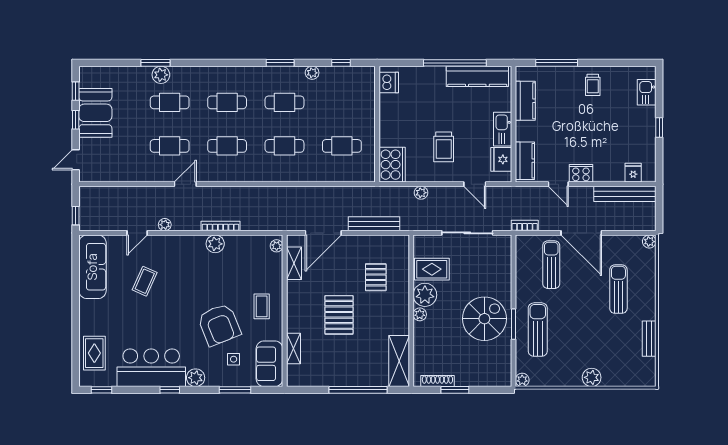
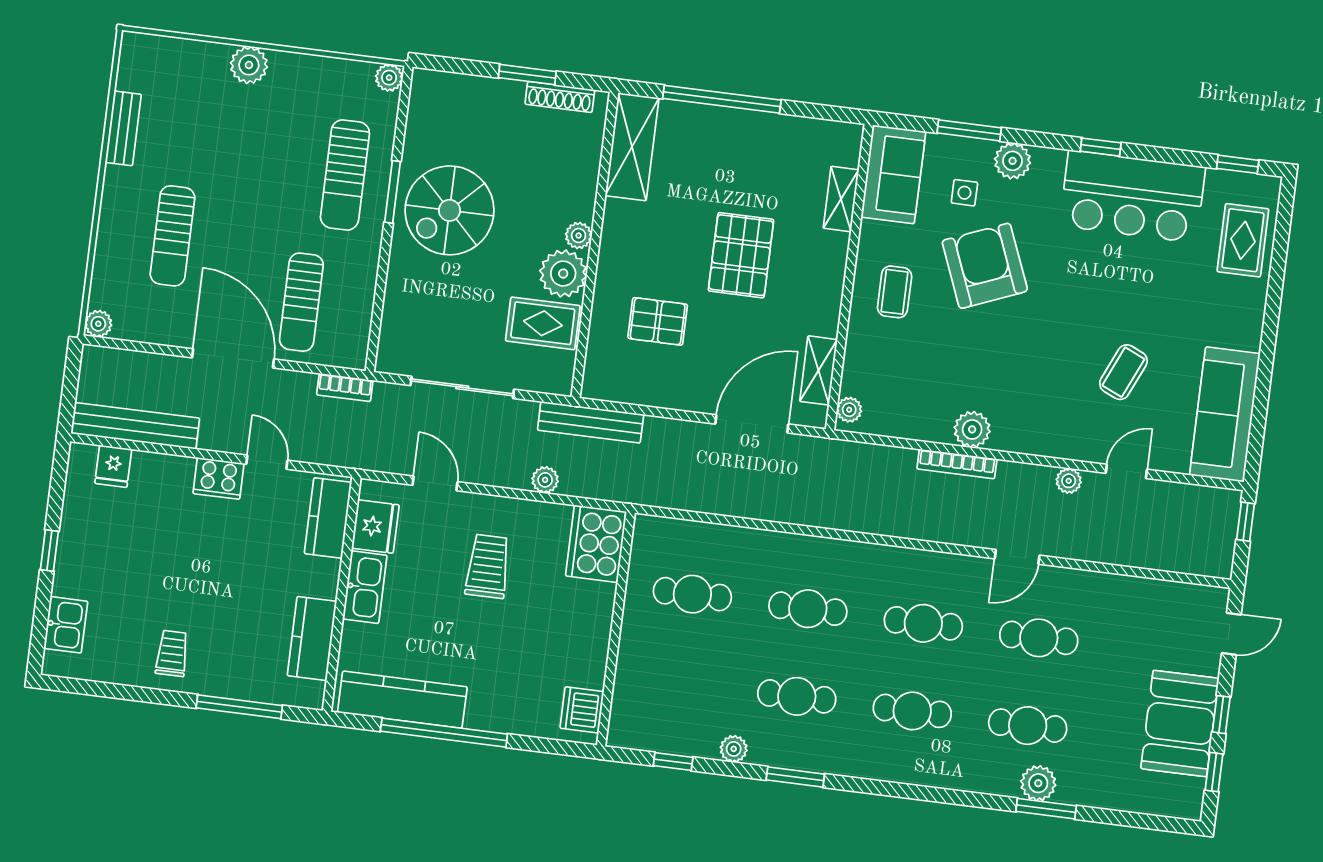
bench: (374, 224) -> (591, 422), moved
pallet: (376, 277) -> (658, 321), turned 90
plant: (196, 378) -> (1013, 161), moved

